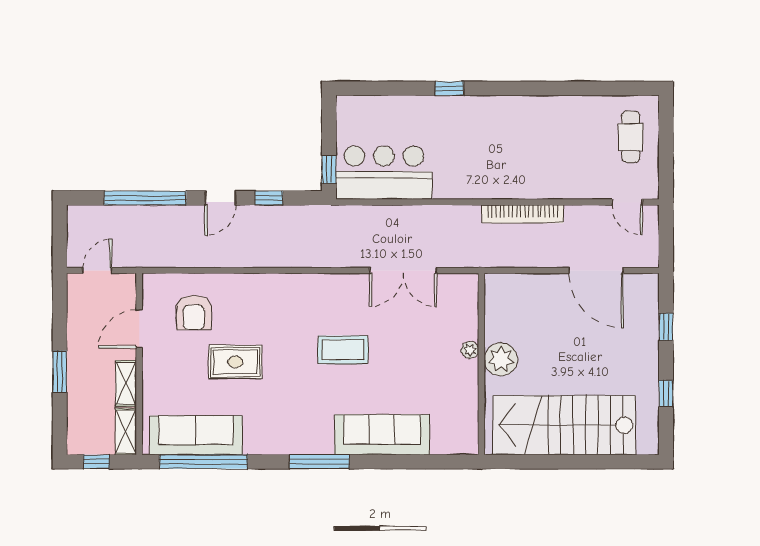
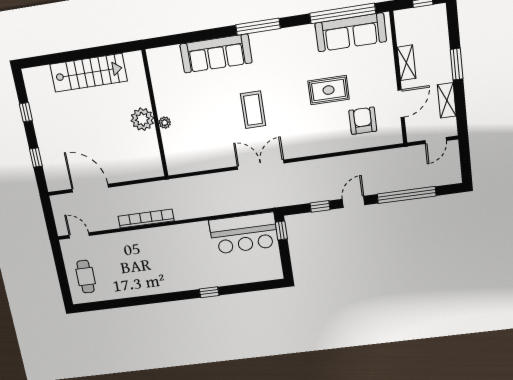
double door: (403, 270) -> (261, 165), moved
coffee table: (343, 350) -> (253, 110), turned 90
stairs: (564, 425) -> (89, 73), width x0.73, depth x0.66
shelving: (126, 432) -> (447, 100), moved

